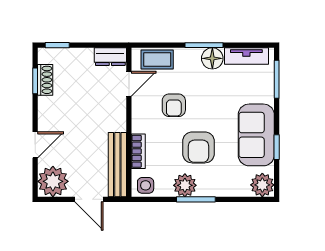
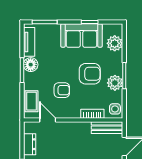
dresser: (110, 57) -> (30, 144), moved
bench: (117, 165) -> (107, 128), width x0.73
plant: (262, 185) -> (115, 43), moved

